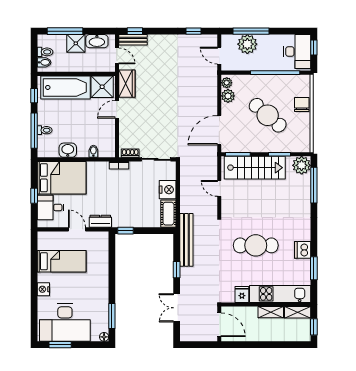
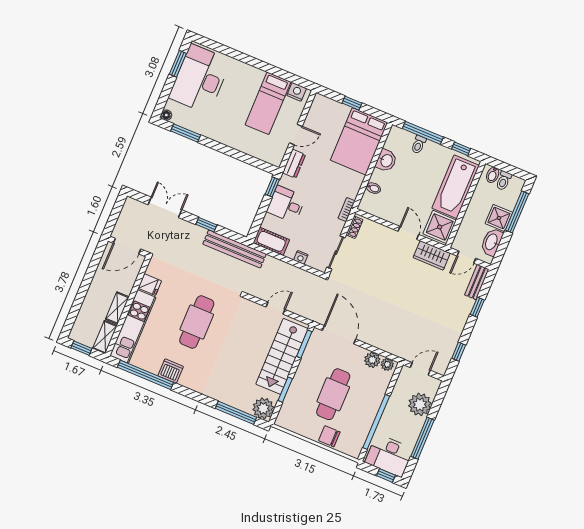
window: (135, 31) -> (477, 307), moved
window: (251, 31) -> (422, 438), moved
chair: (302, 104) -> (329, 436), turned 180
cafe table: (268, 115) -> (333, 394), turned -41
nightstand: (168, 190) -> (301, 257), width x0.53, depth x0.56
desk: (51, 207) -> (286, 204), moved, turned -90
window: (314, 268) -> (145, 375), width x2.11
nightstand: (43, 289) -> (297, 92), moved

